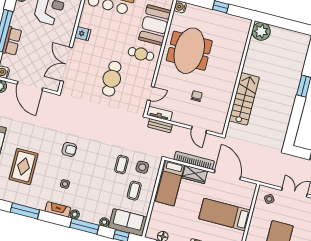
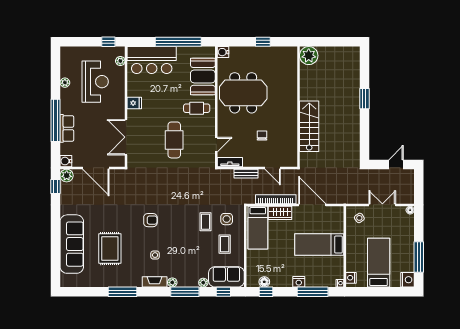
meeting table: (189, 51) -> (243, 93), turned 90
bench: (160, 126) -> (246, 174), moved

